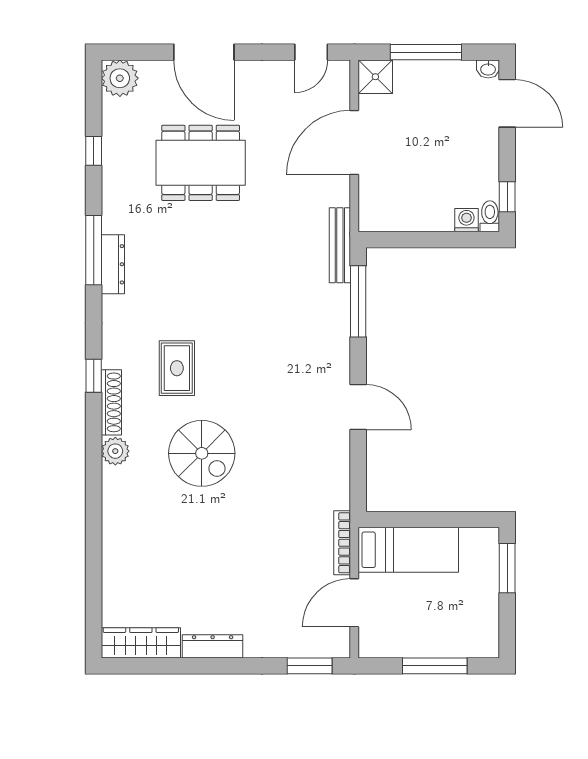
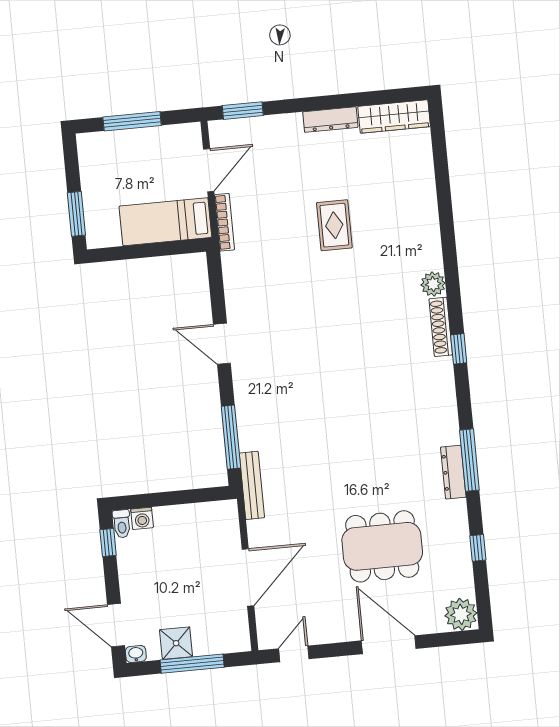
shower: (375, 77) -> (176, 643), moved
dresser: (113, 264) -> (453, 472), moved
rug: (177, 368) -> (334, 225), moved
spiral stairs: (202, 453) -> (356, 289), removed

